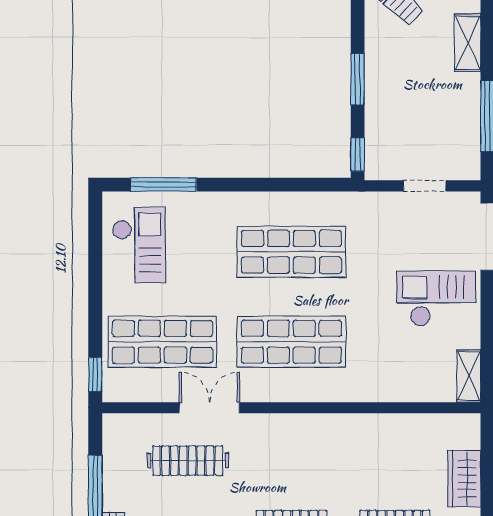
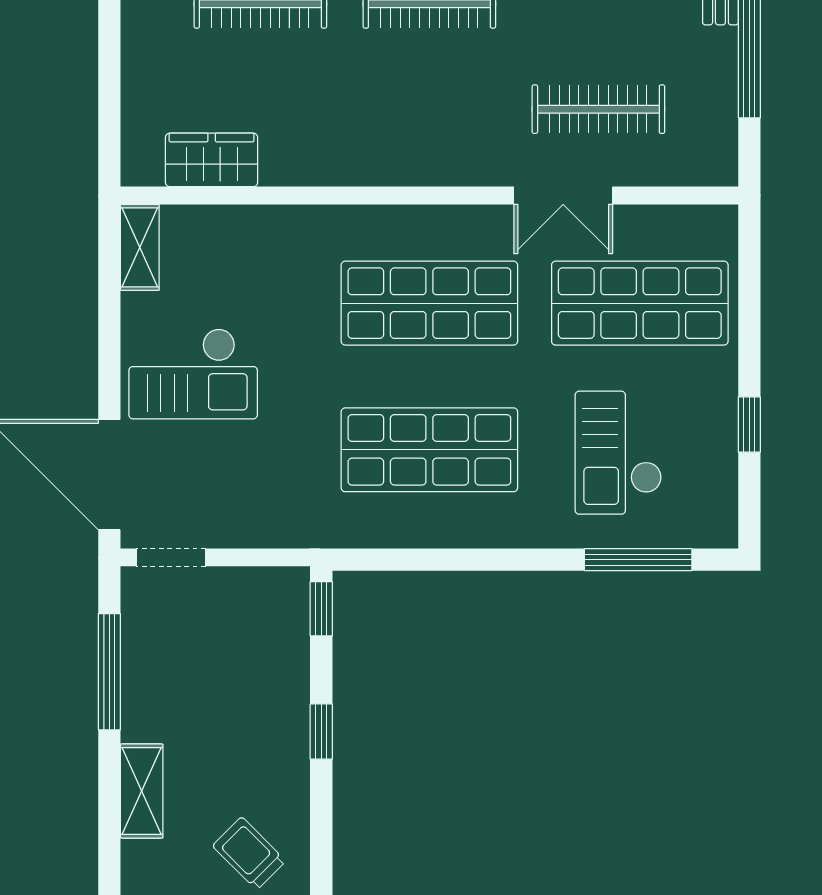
window: (358, 79) -> (321, 732), width x0.67
doorway: (425, 186) -> (171, 557), moved
checkout: (139, 245) -> (618, 453), moved
window: (95, 375) -> (749, 425), moved
wardrobe: (464, 479) -> (212, 160), moved, turned -90

